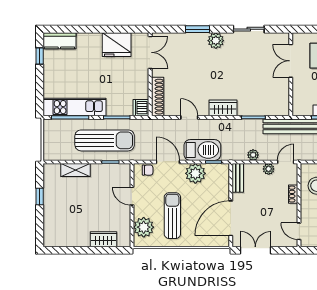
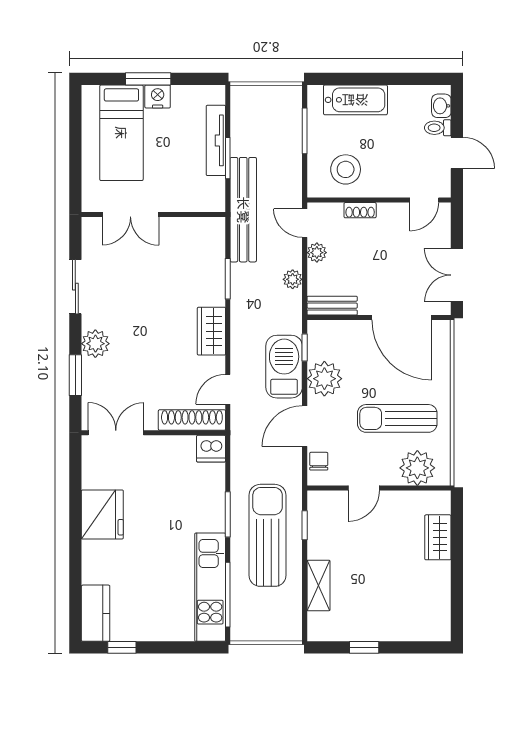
double door: (150, 52) -> (116, 433), moved
wall: (150, 74) -> (153, 433), moved
shoe rack: (158, 97) -> (192, 420), moved
dishwasher: (141, 108) -> (211, 449), moved

